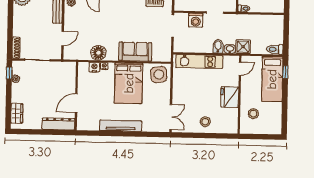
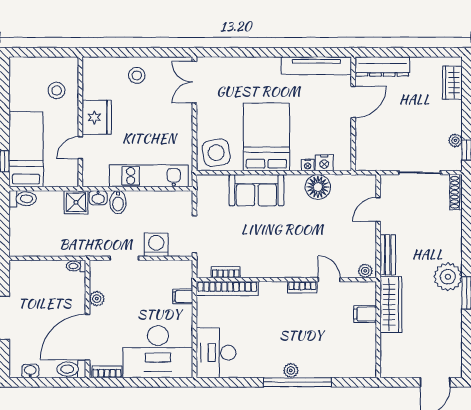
door: (240, 69) -> (80, 148), moved
tv unit: (121, 126) -> (316, 66), moved

